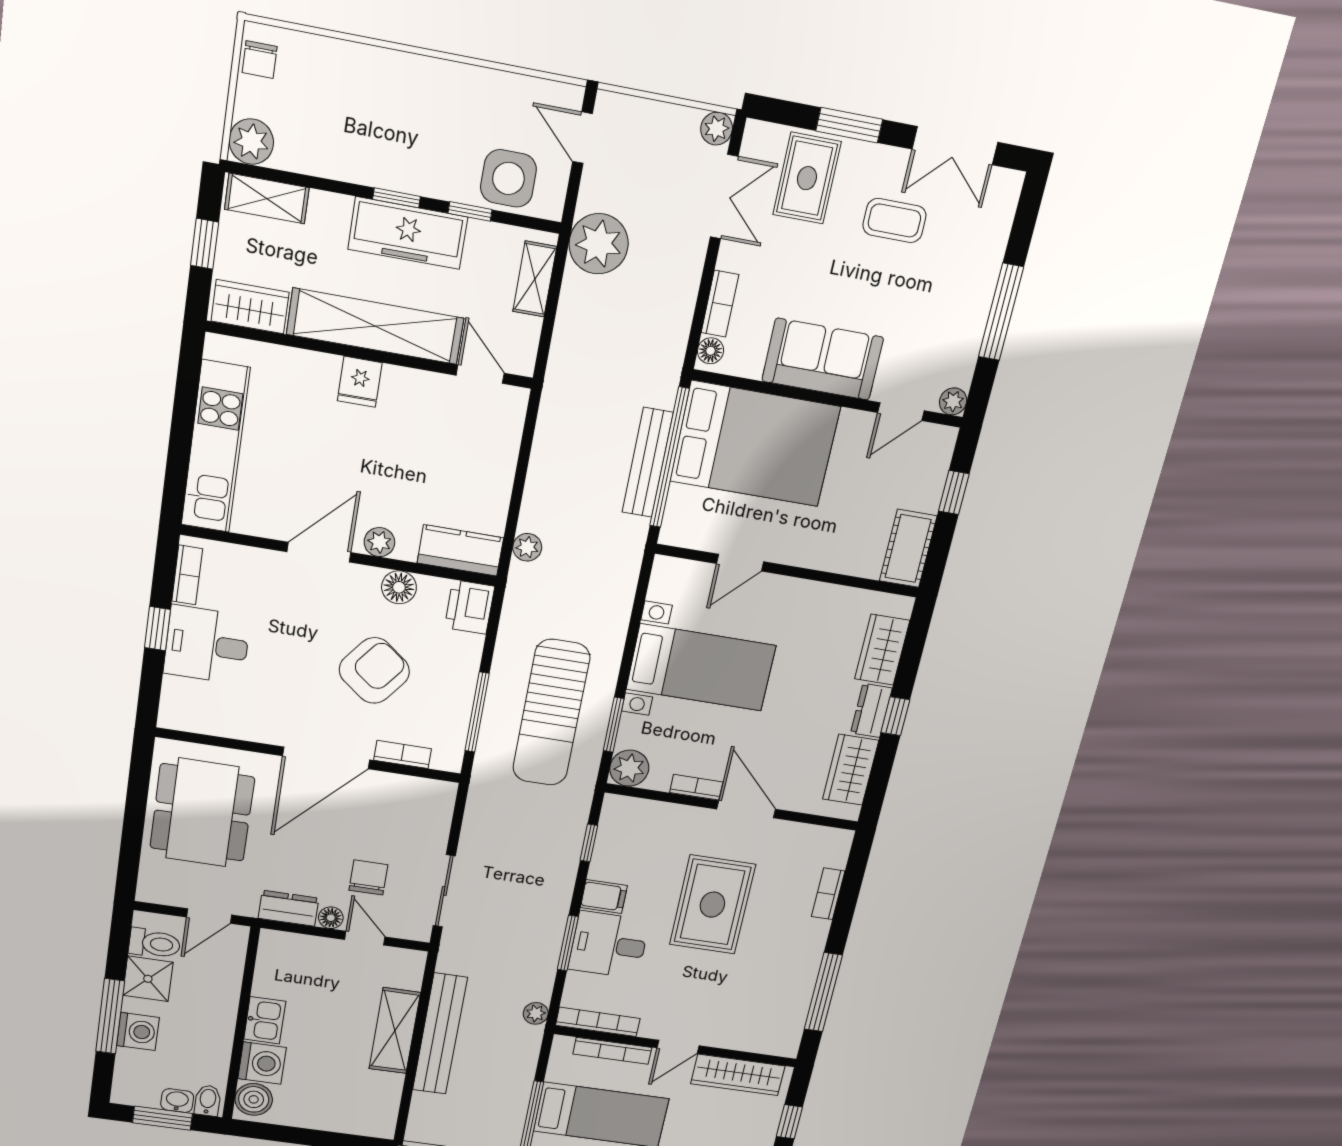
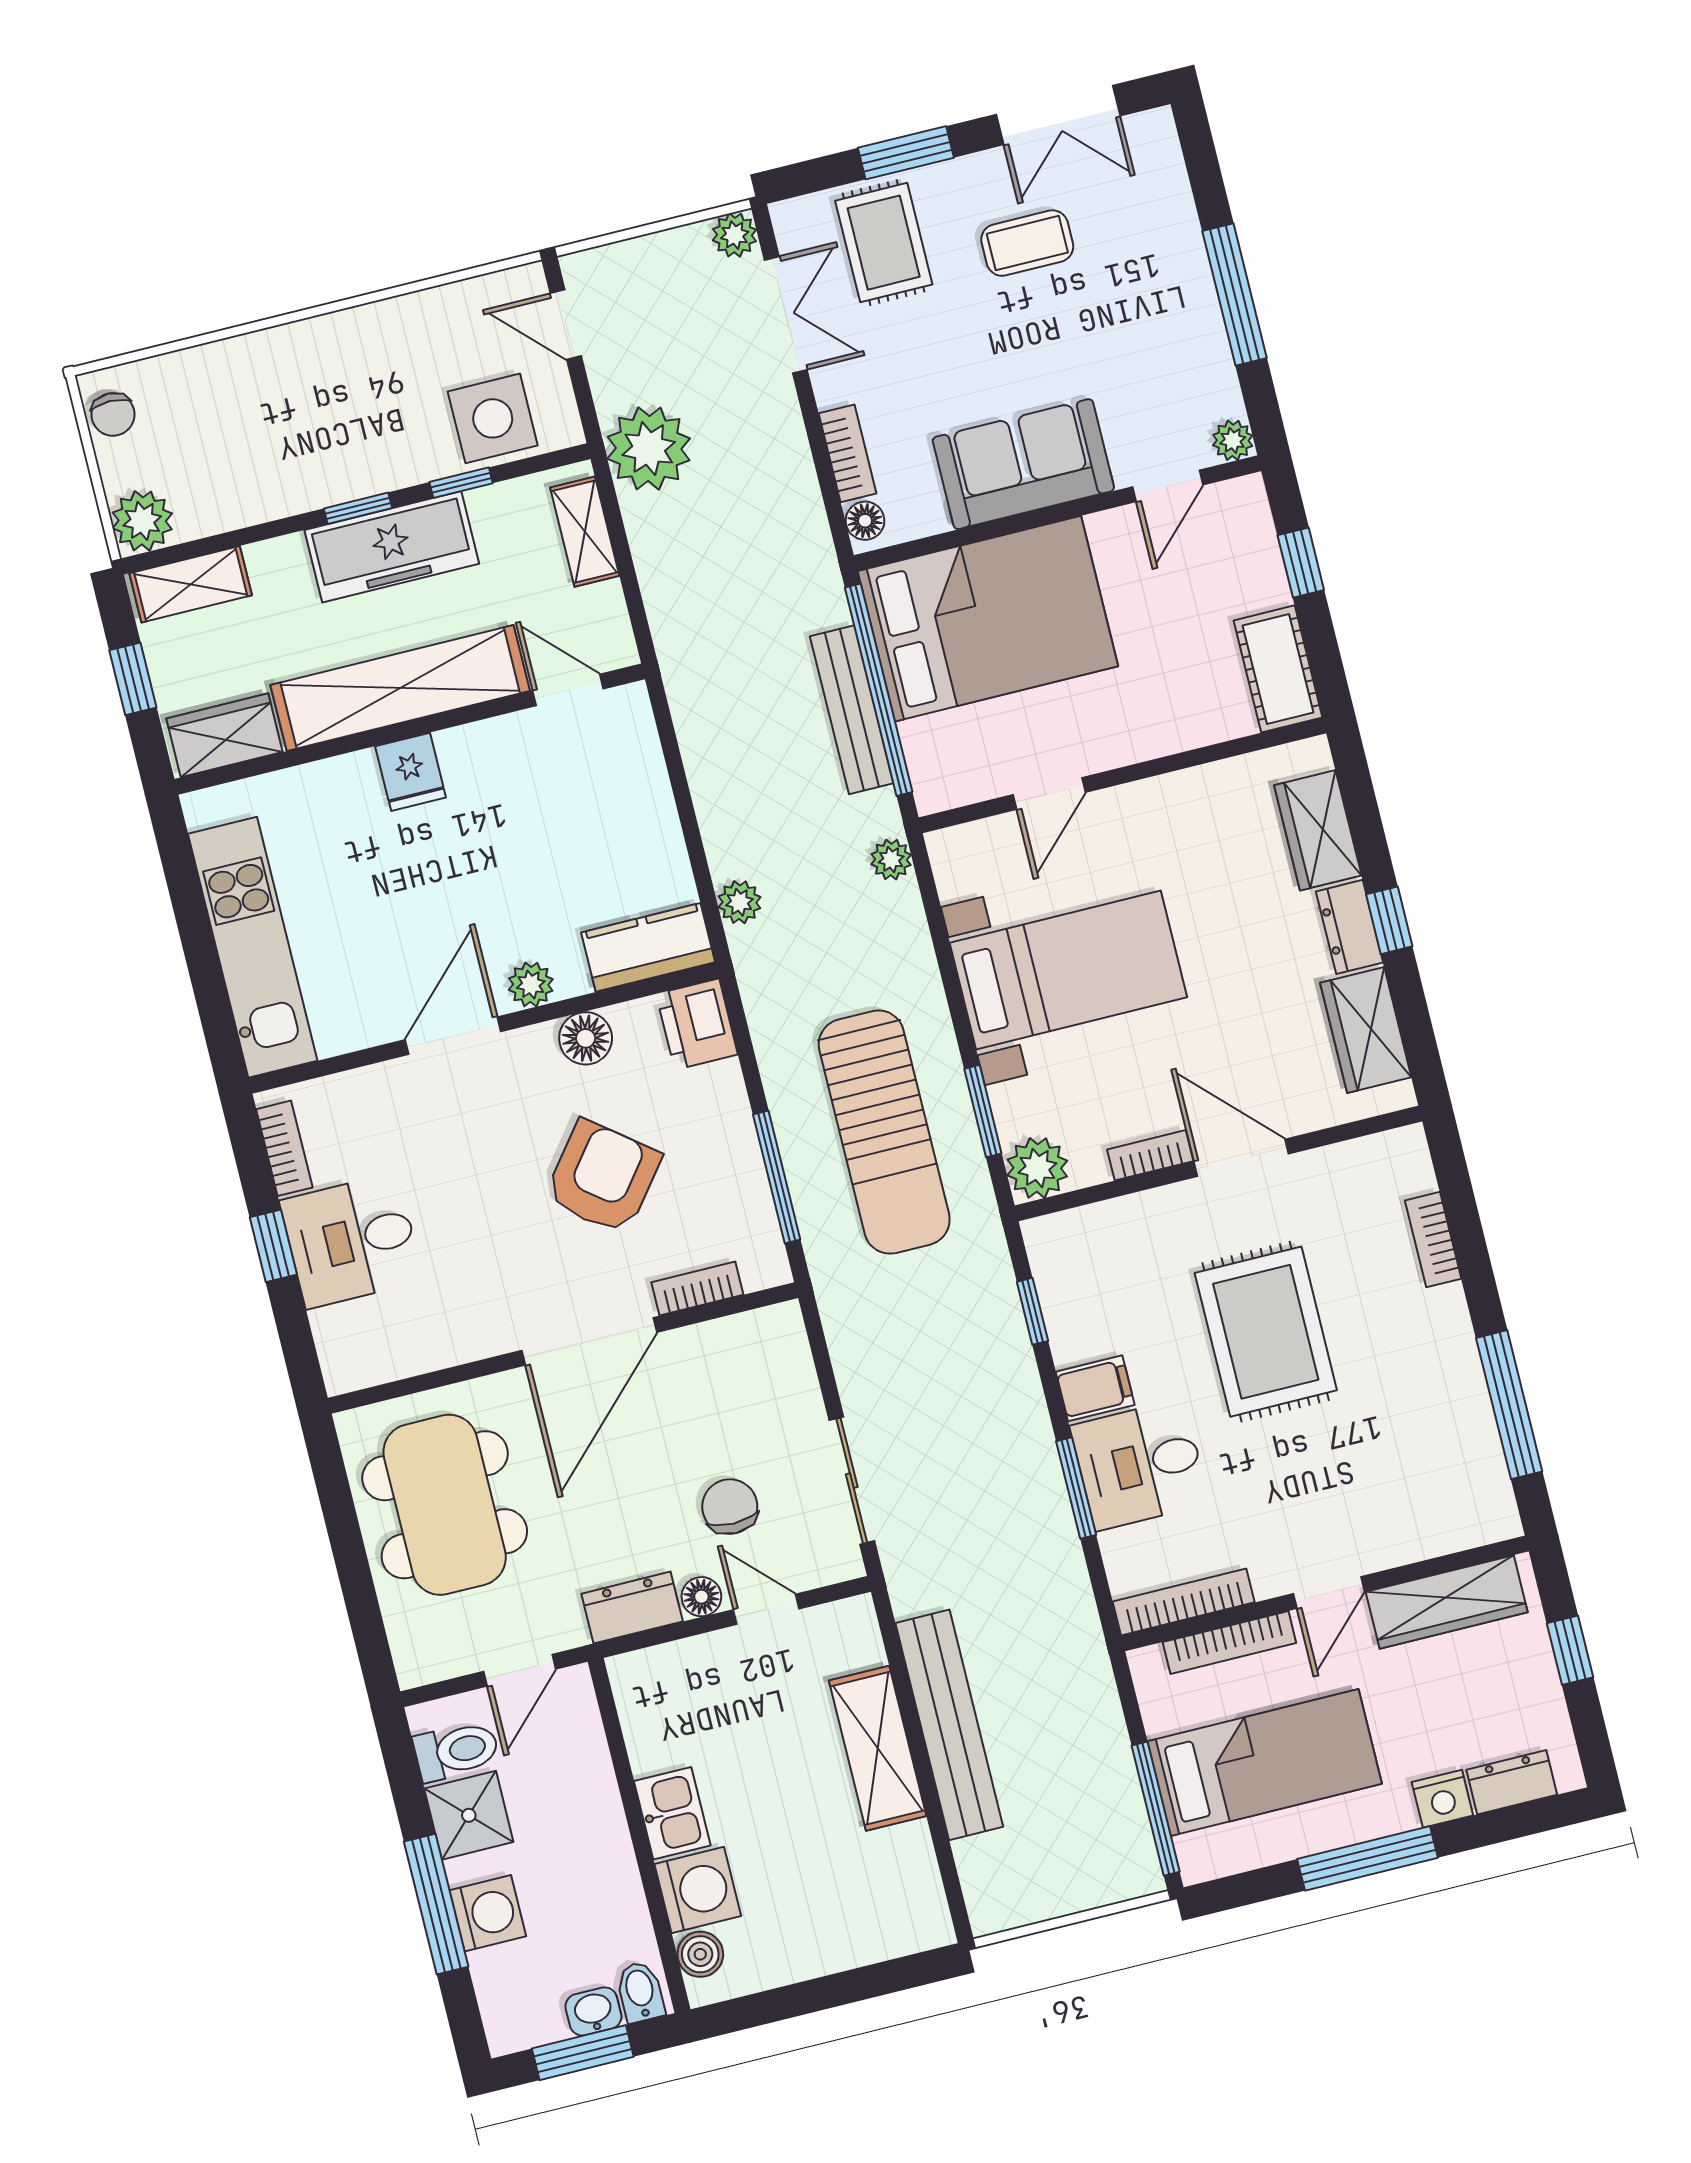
plant: (536, 1013) -> (891, 860), moved
boiler: (254, 1099) -> (700, 1954), width x0.73, depth x0.73

